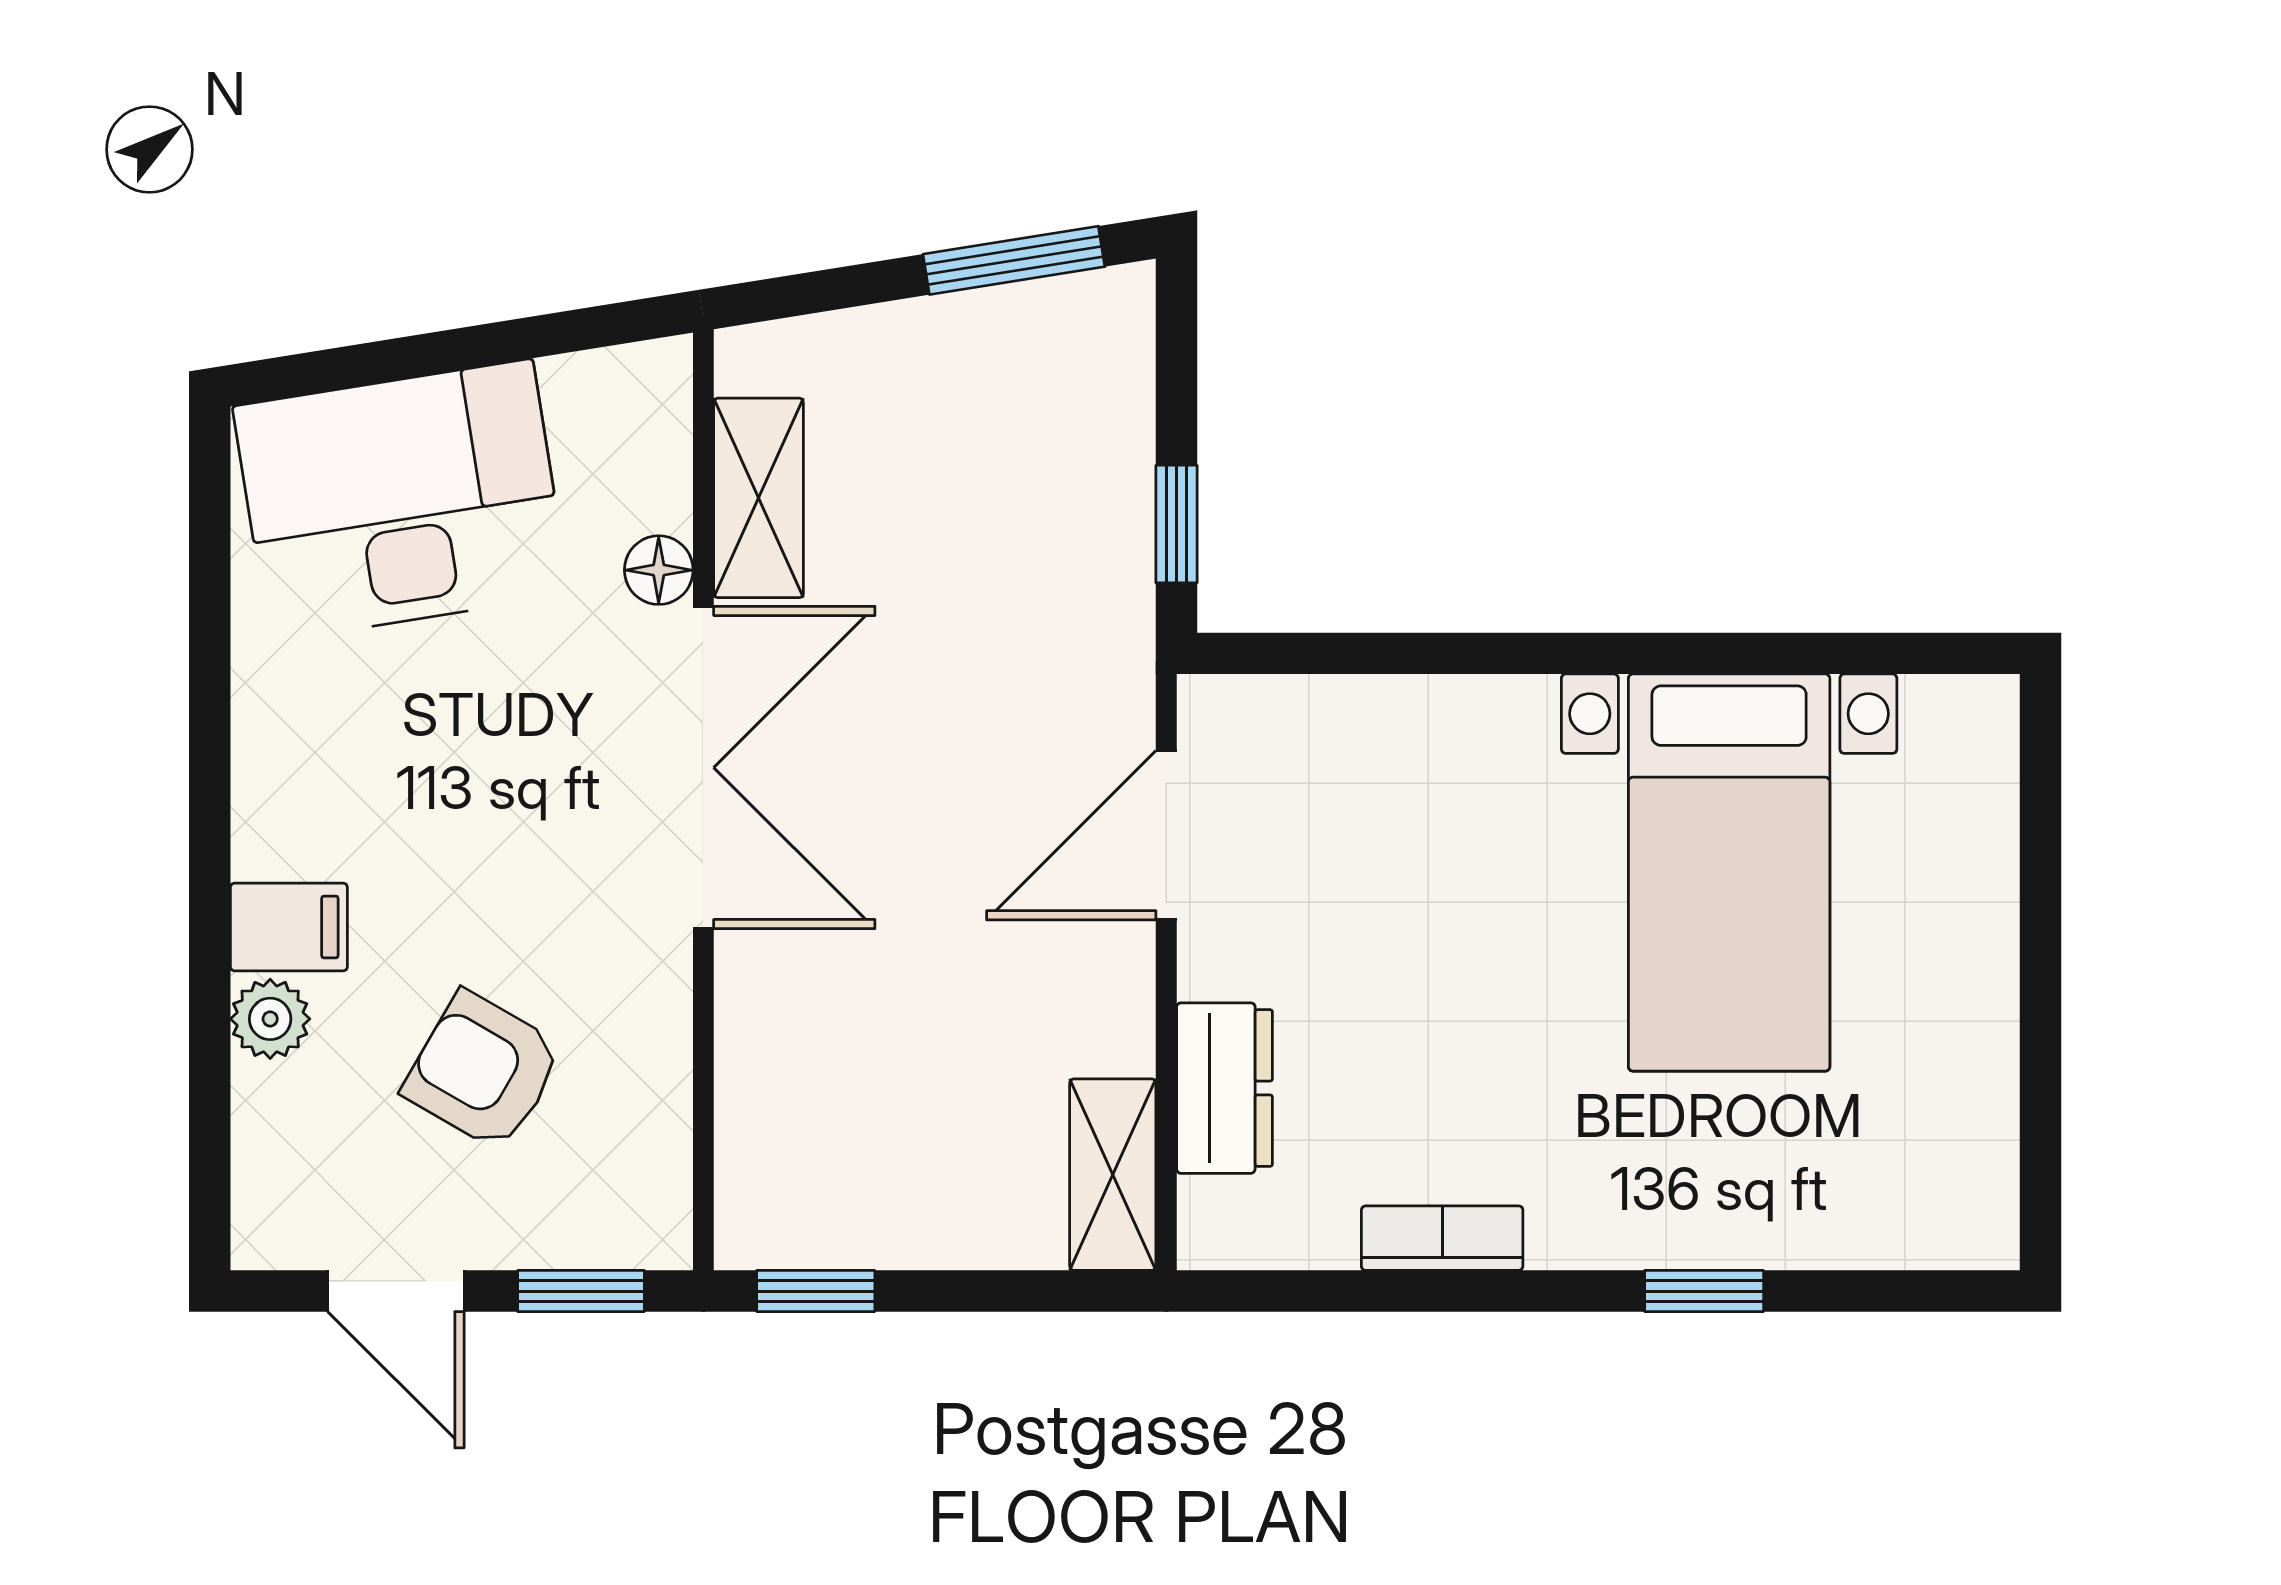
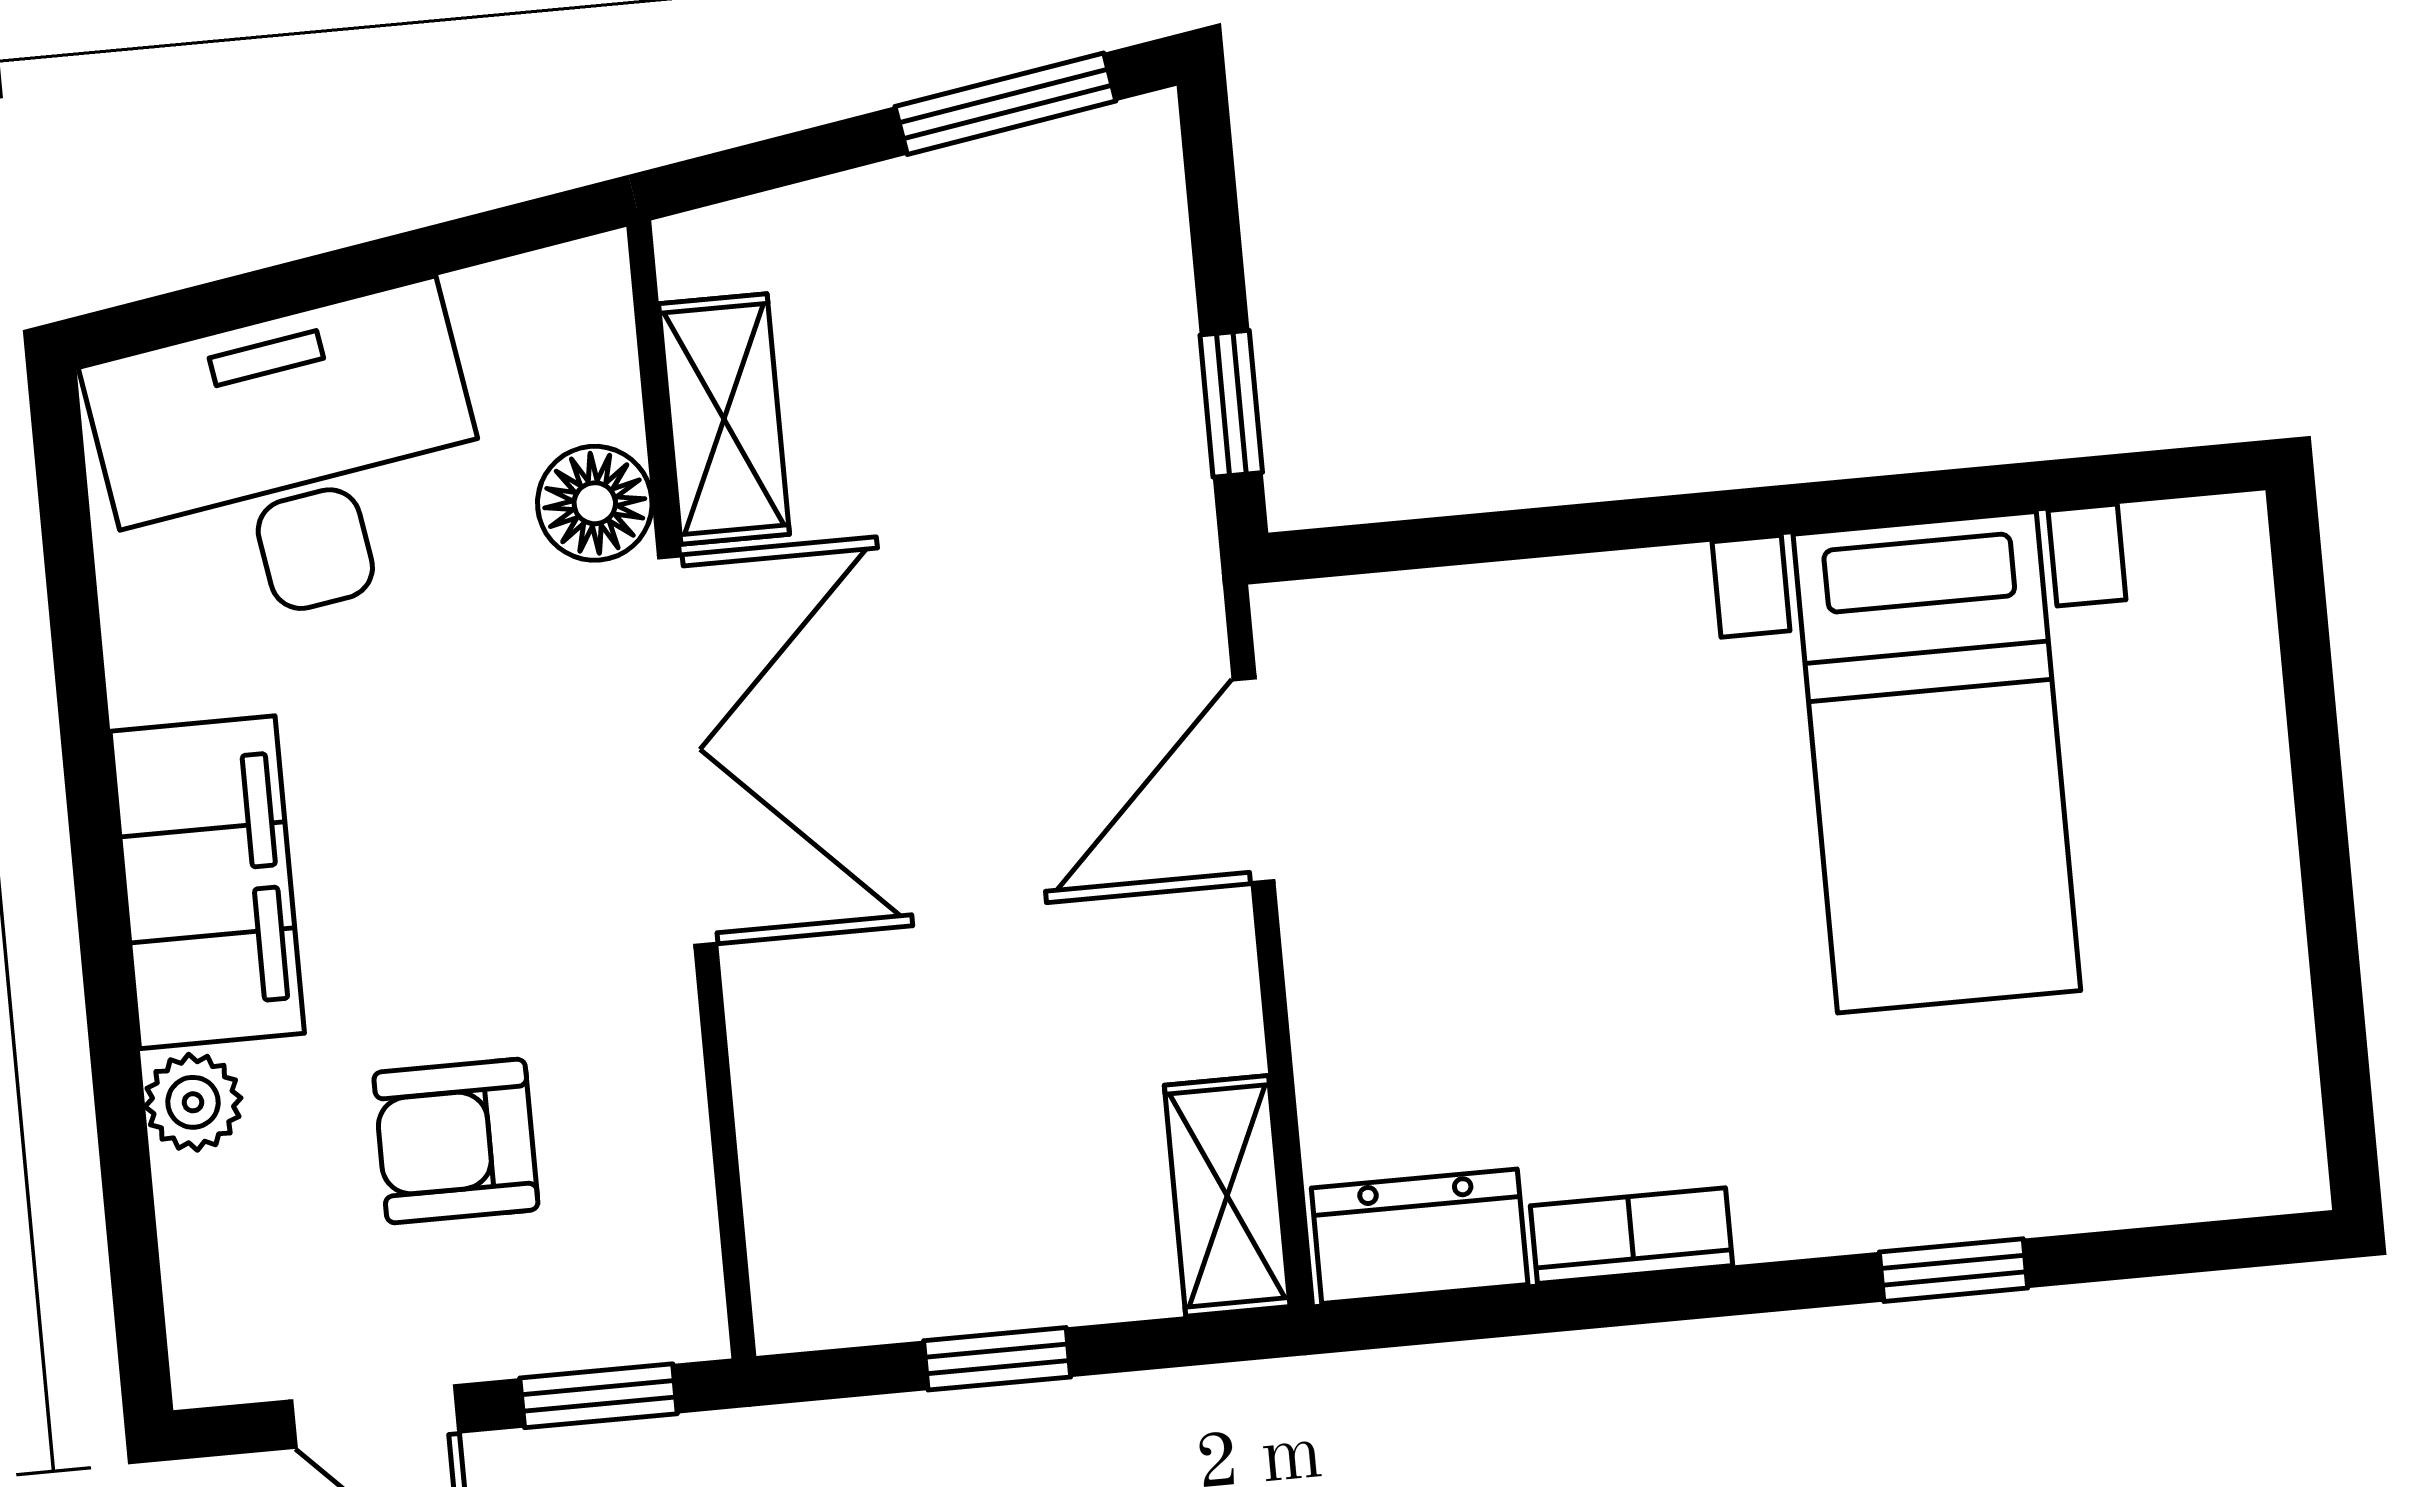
floor lamp: (659, 570) -> (595, 503), width x1.37, depth x1.37
filing cabinet: (289, 927) -> (207, 882), width x3.00, depth x1.17
armchair: (483, 1071) -> (456, 1141), turned -30
dresser: (1224, 1088) -> (1420, 1236), moved, turned -90
window: (816, 1291) -> (997, 1359), moved

